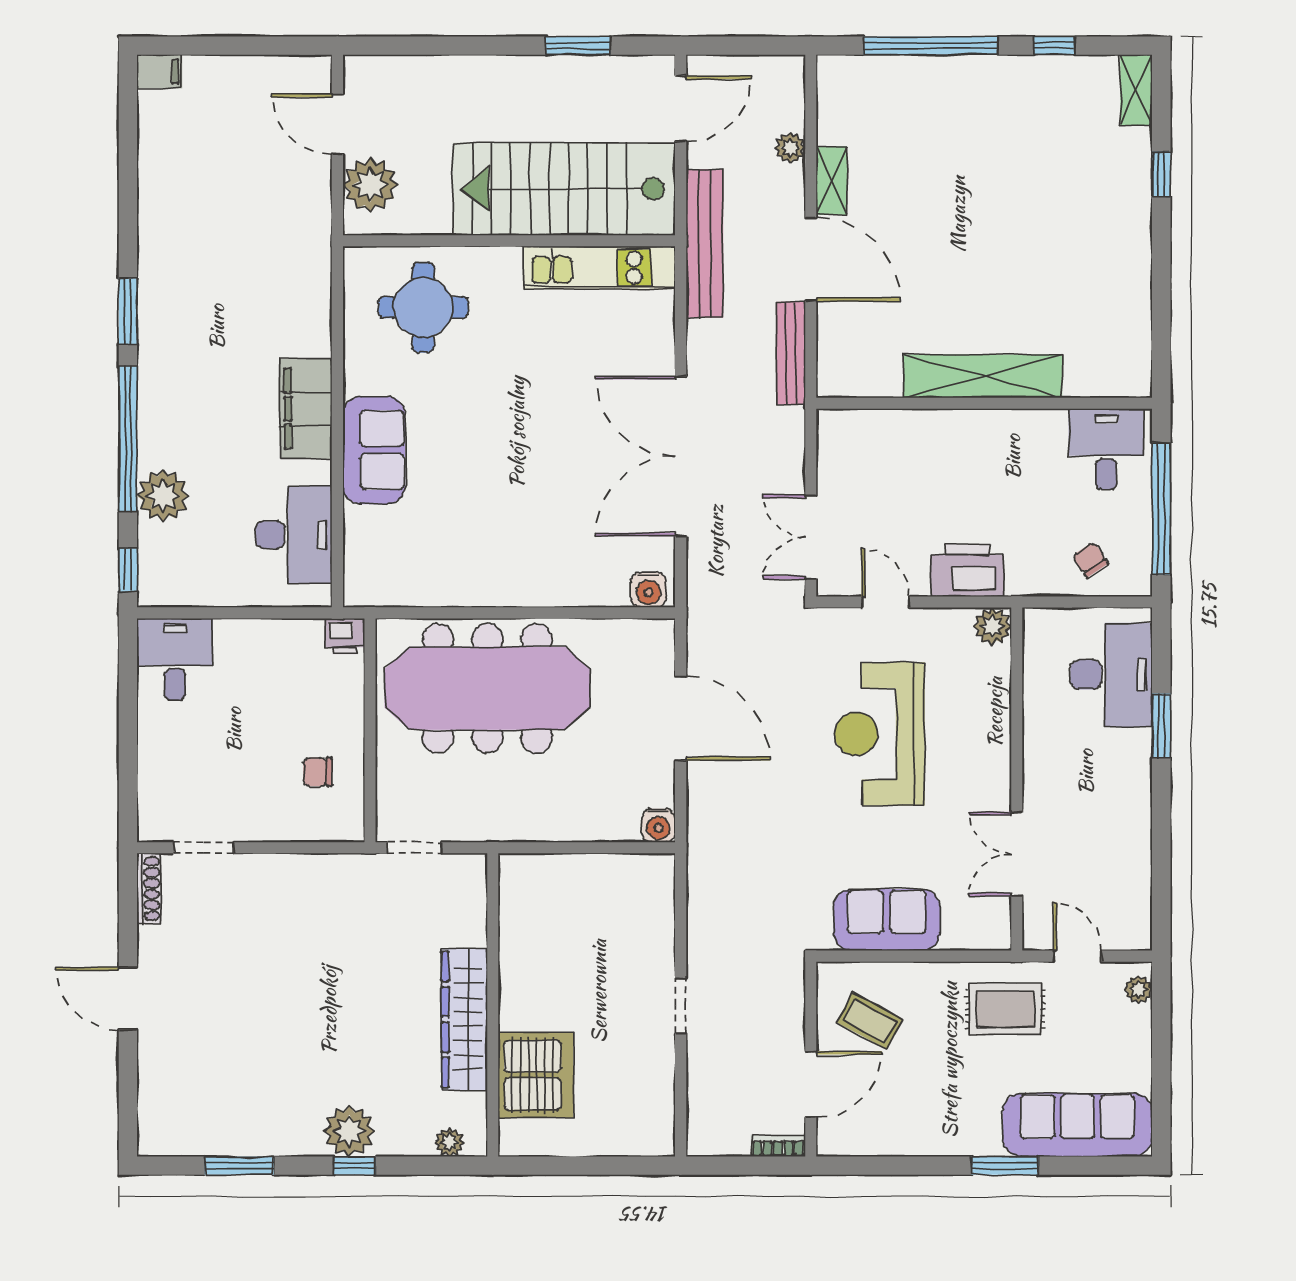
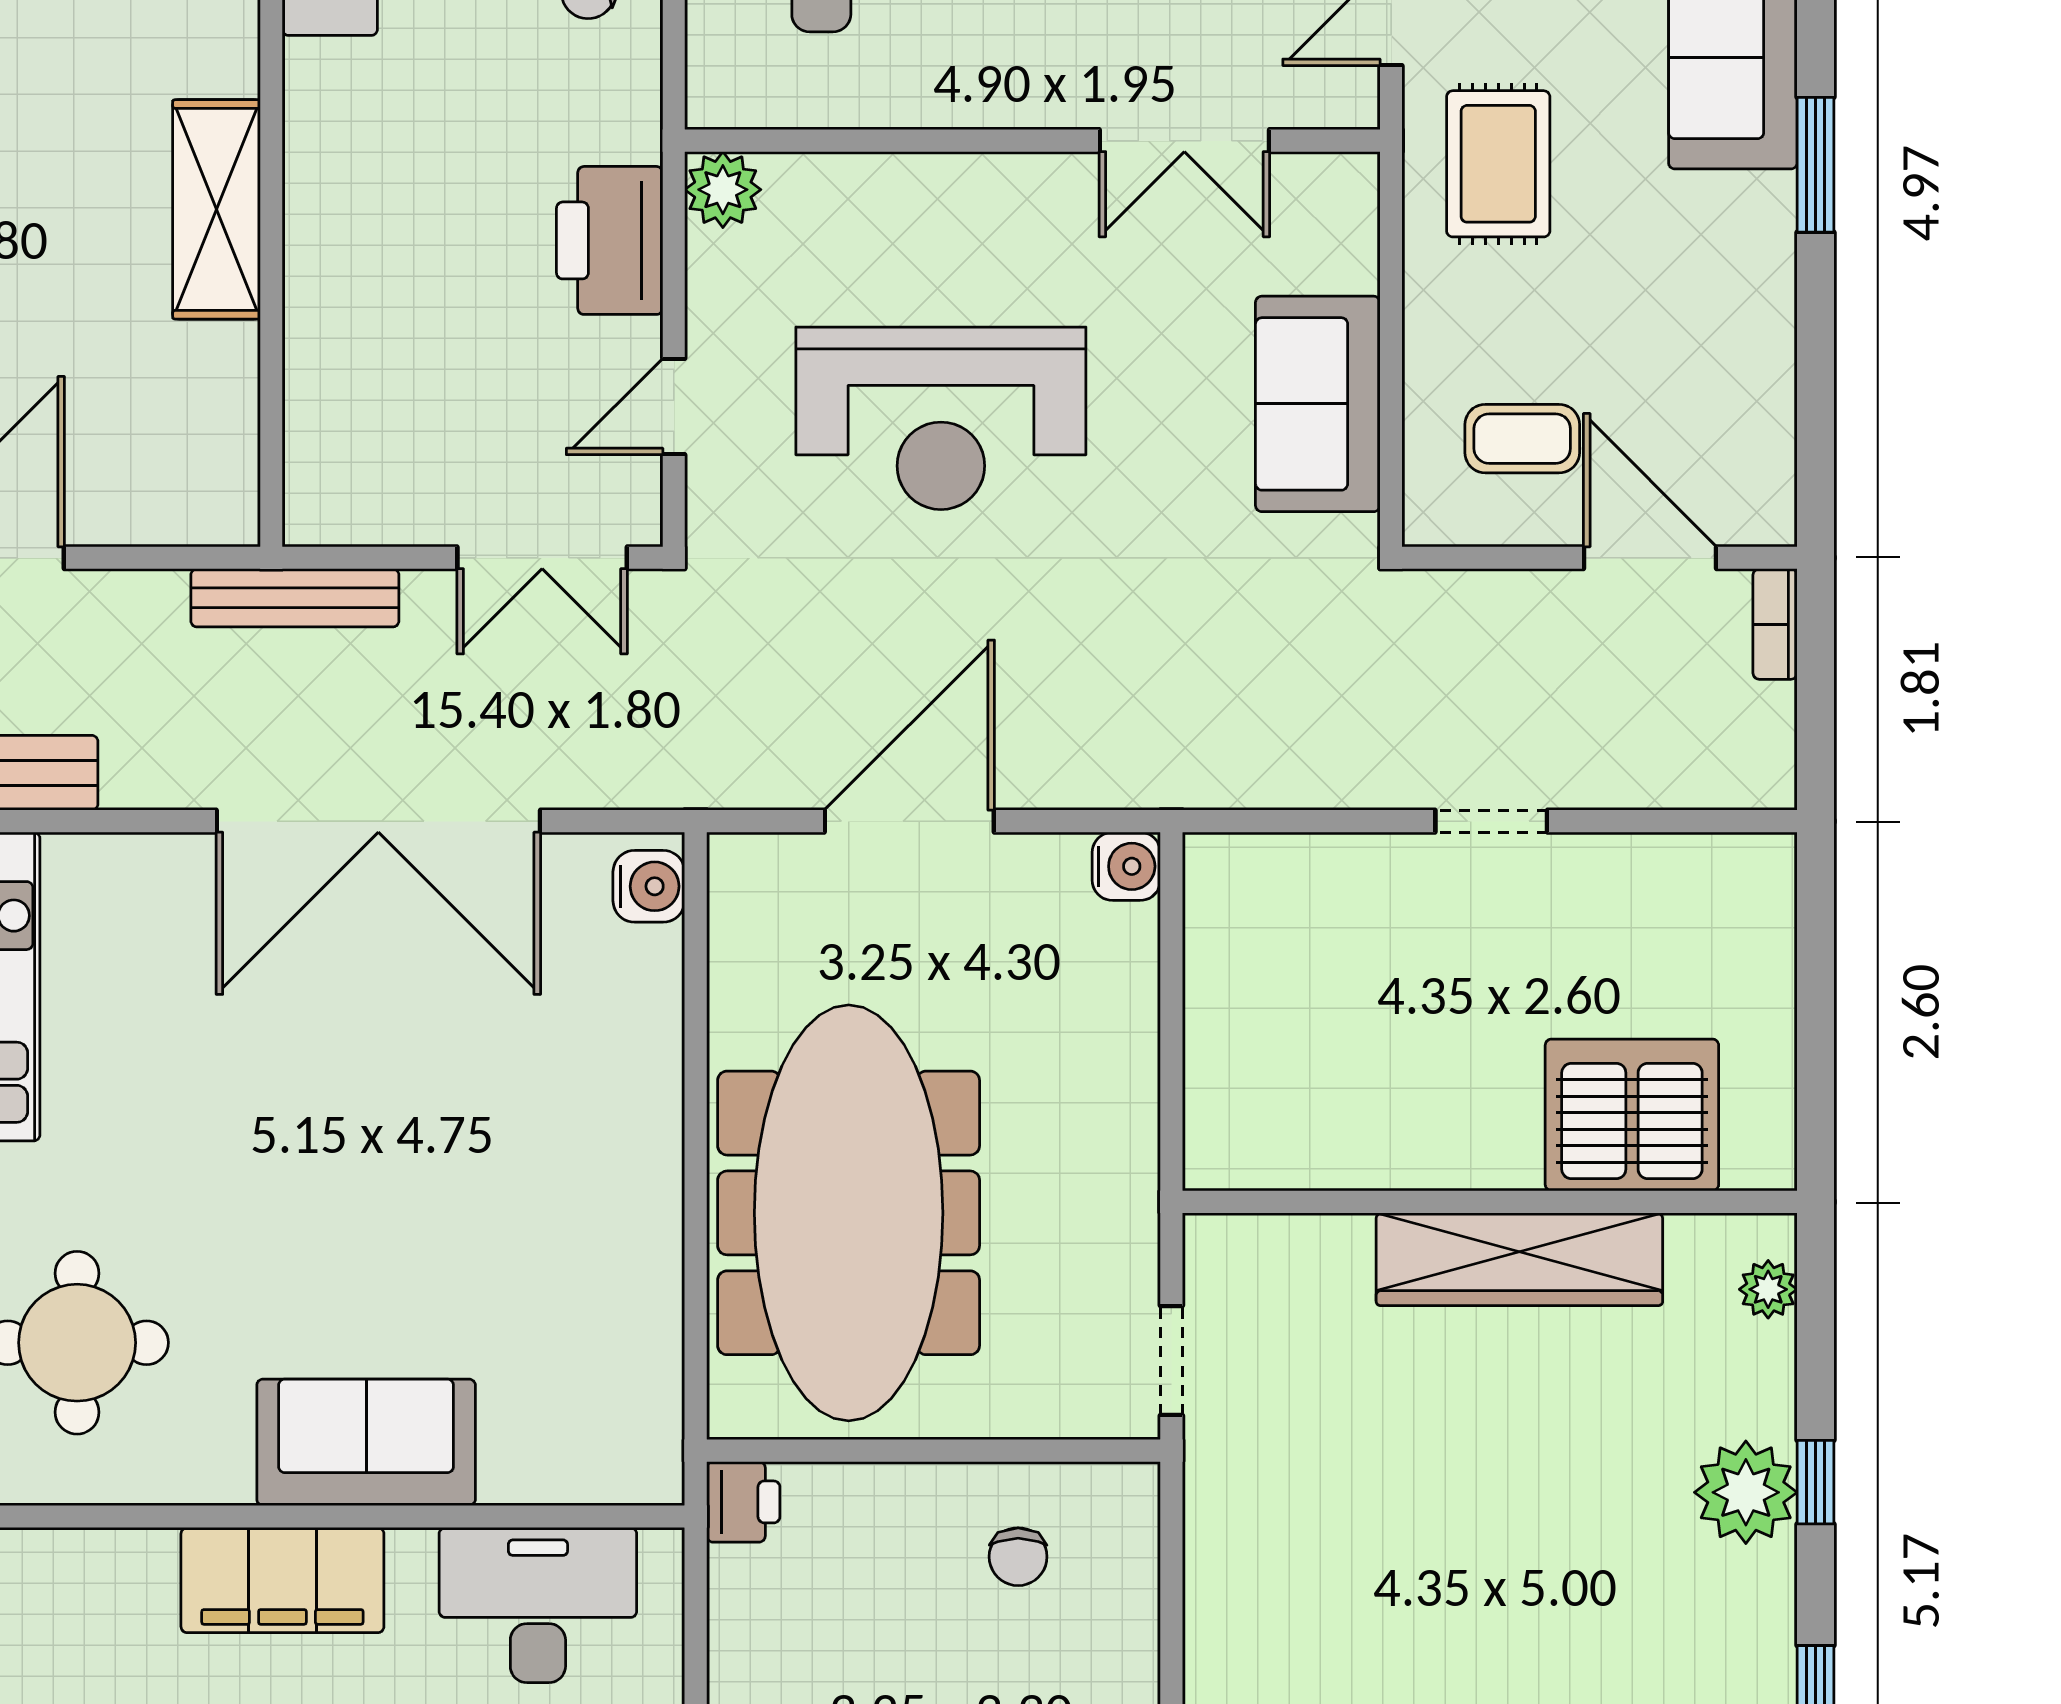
bench: (791, 353) -> (295, 598), moved
shelving: (983, 376) -> (216, 209), width x0.68
coffee table: (870, 1021) -> (1522, 439), turned 62

